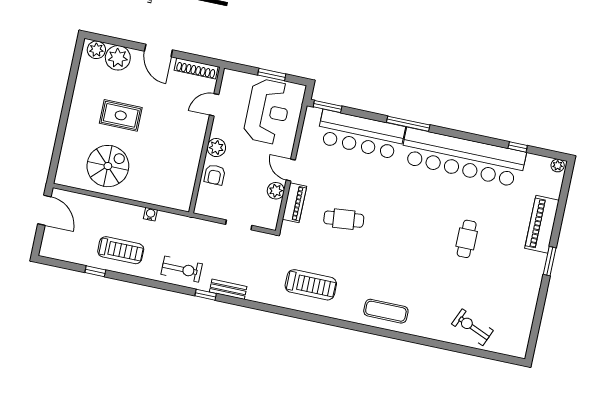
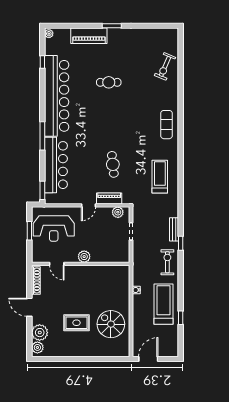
door: (158, 50) -> (29, 307), swing flipped
reception desk: (268, 111) -> (54, 228), turned 180
rug: (121, 115) -> (77, 323), turned 90
armchair: (215, 175) -> (102, 254), removed
plant: (276, 191) -> (118, 212), moved
treadmill: (121, 250) -> (164, 304), width x1.37, depth x1.38

